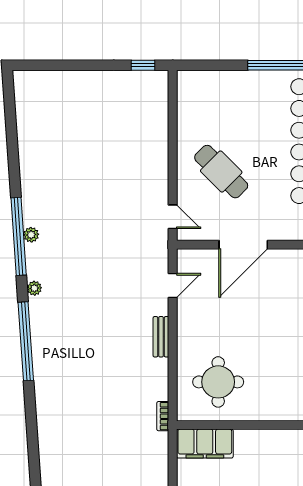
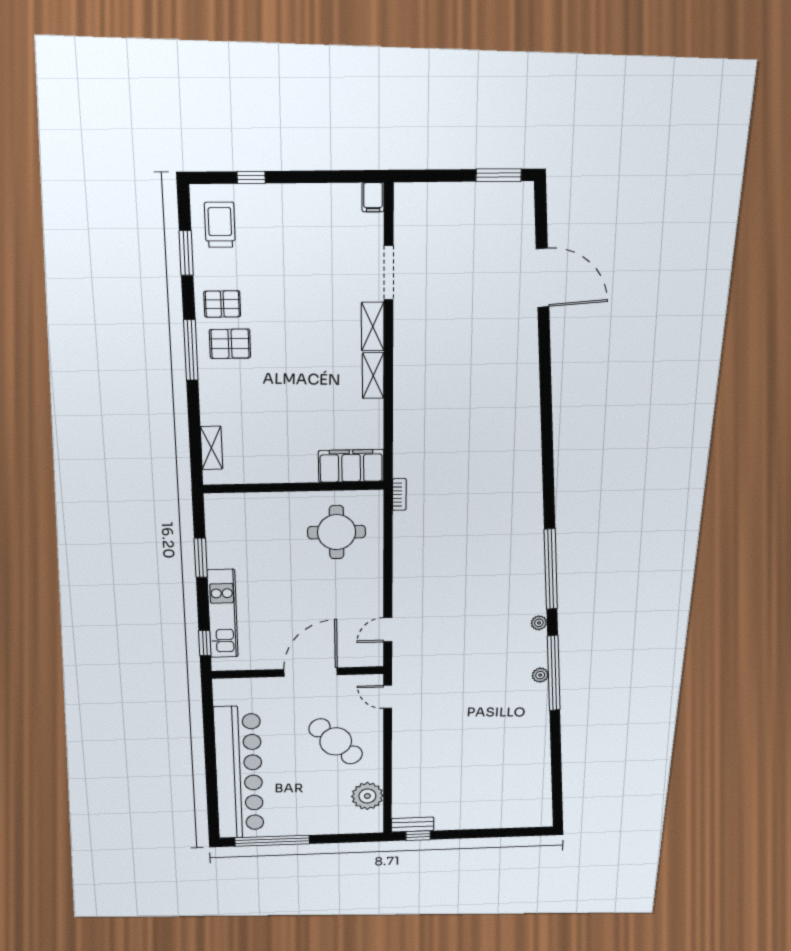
plant: (192, 111) -> (367, 796), added
bench: (161, 337) -> (413, 825), moved, turned 90

